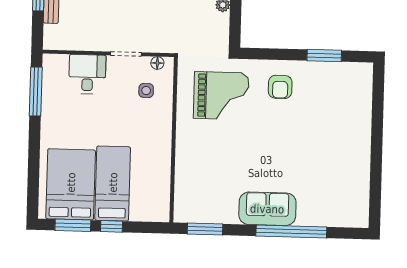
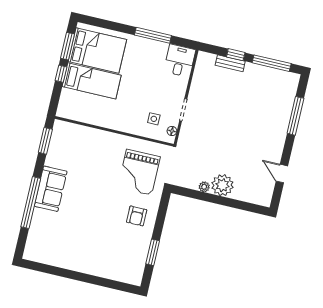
desk: (87, 74) -> (180, 61), moved, turned -90
armchair: (280, 87) -> (137, 216), turned -90
window: (36, 92) -> (153, 35), moved

